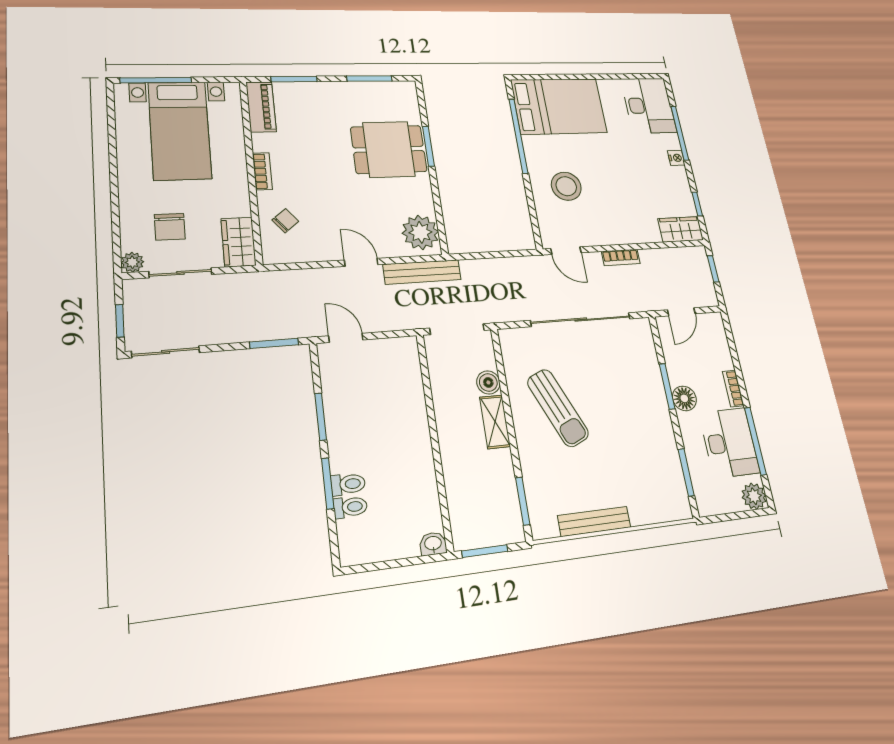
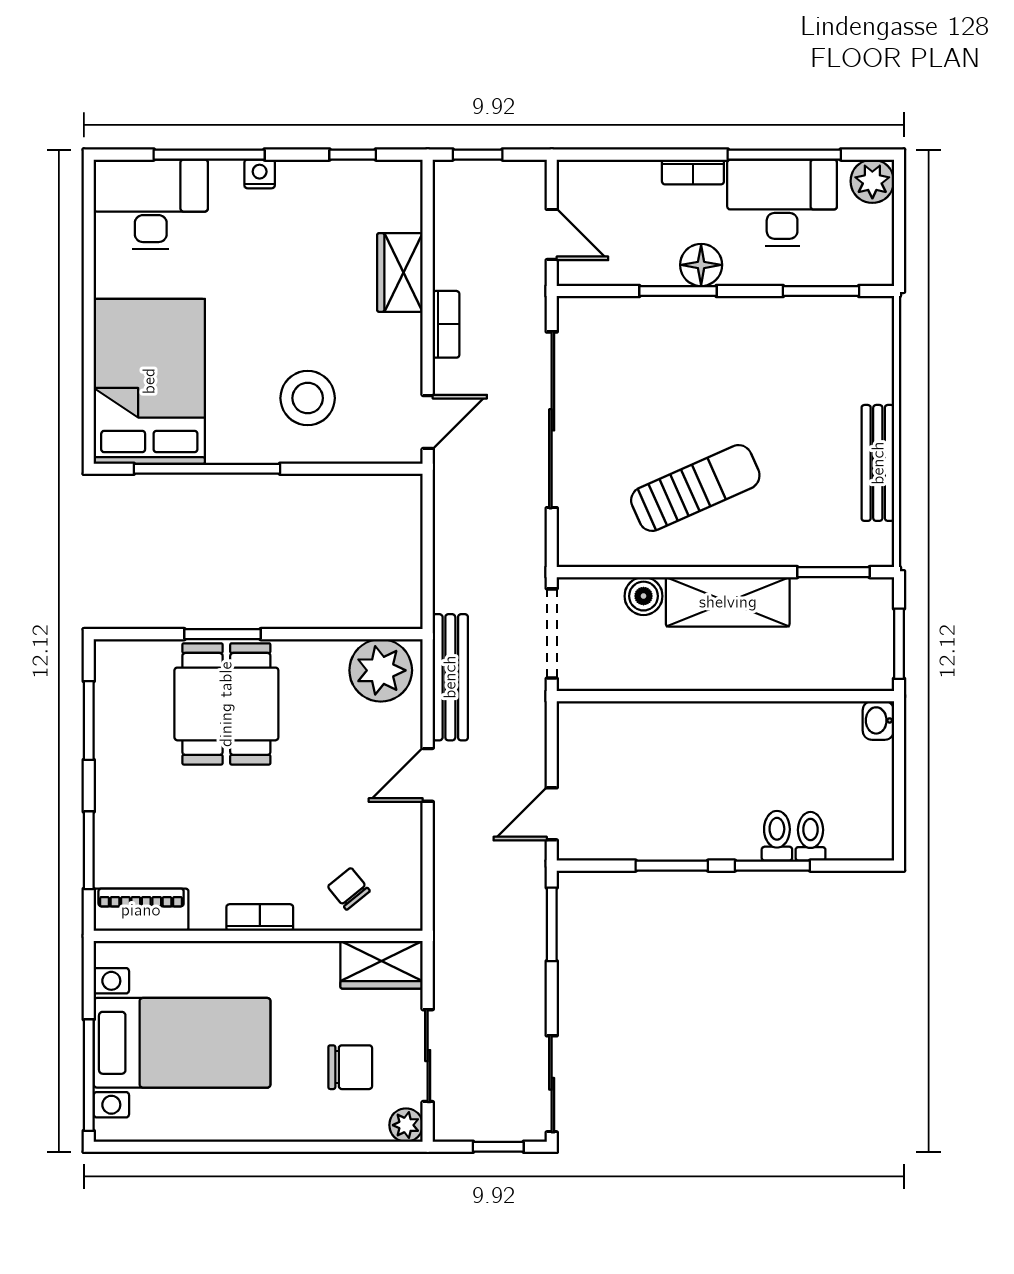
wardrobe: (681, 229) -> (400, 272), moved
shelving: (495, 422) -> (728, 602), width x1.50, depth x1.33

